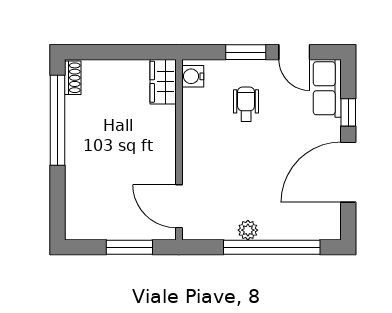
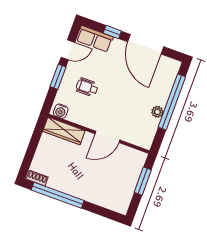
wardrobe: (163, 82) -> (64, 131), width x1.50
door: (179, 206) -> (107, 137), moved

